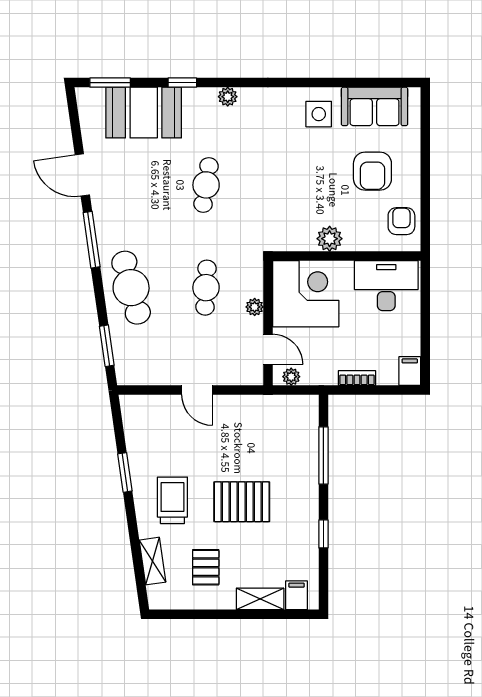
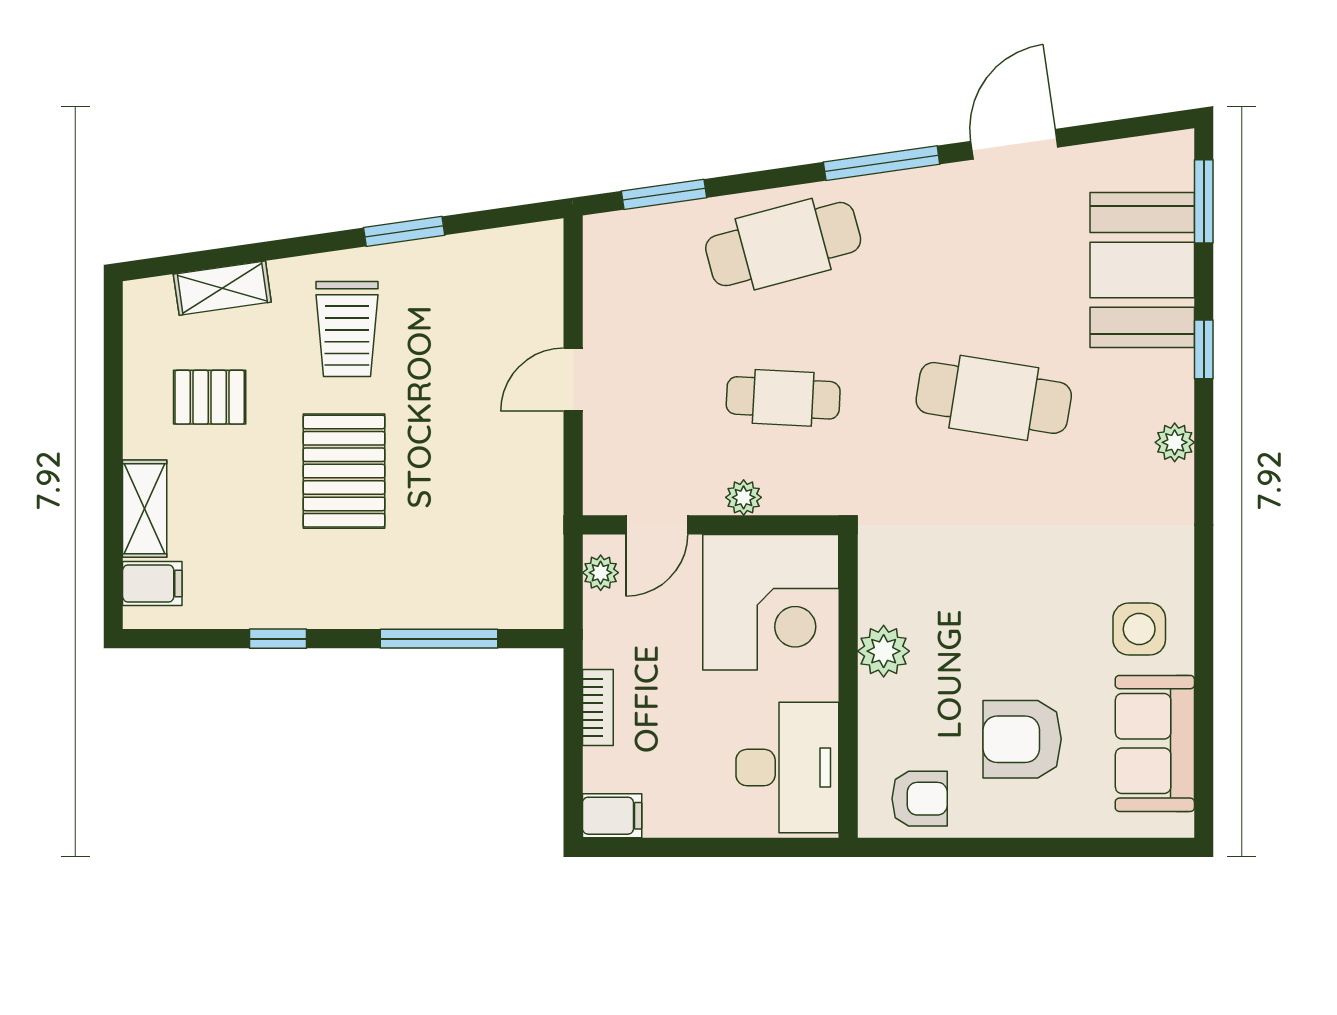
cafe table: (206, 185) -> (994, 398), width x1.37, depth x1.35
trolley: (172, 500) -> (347, 329), turned 90

